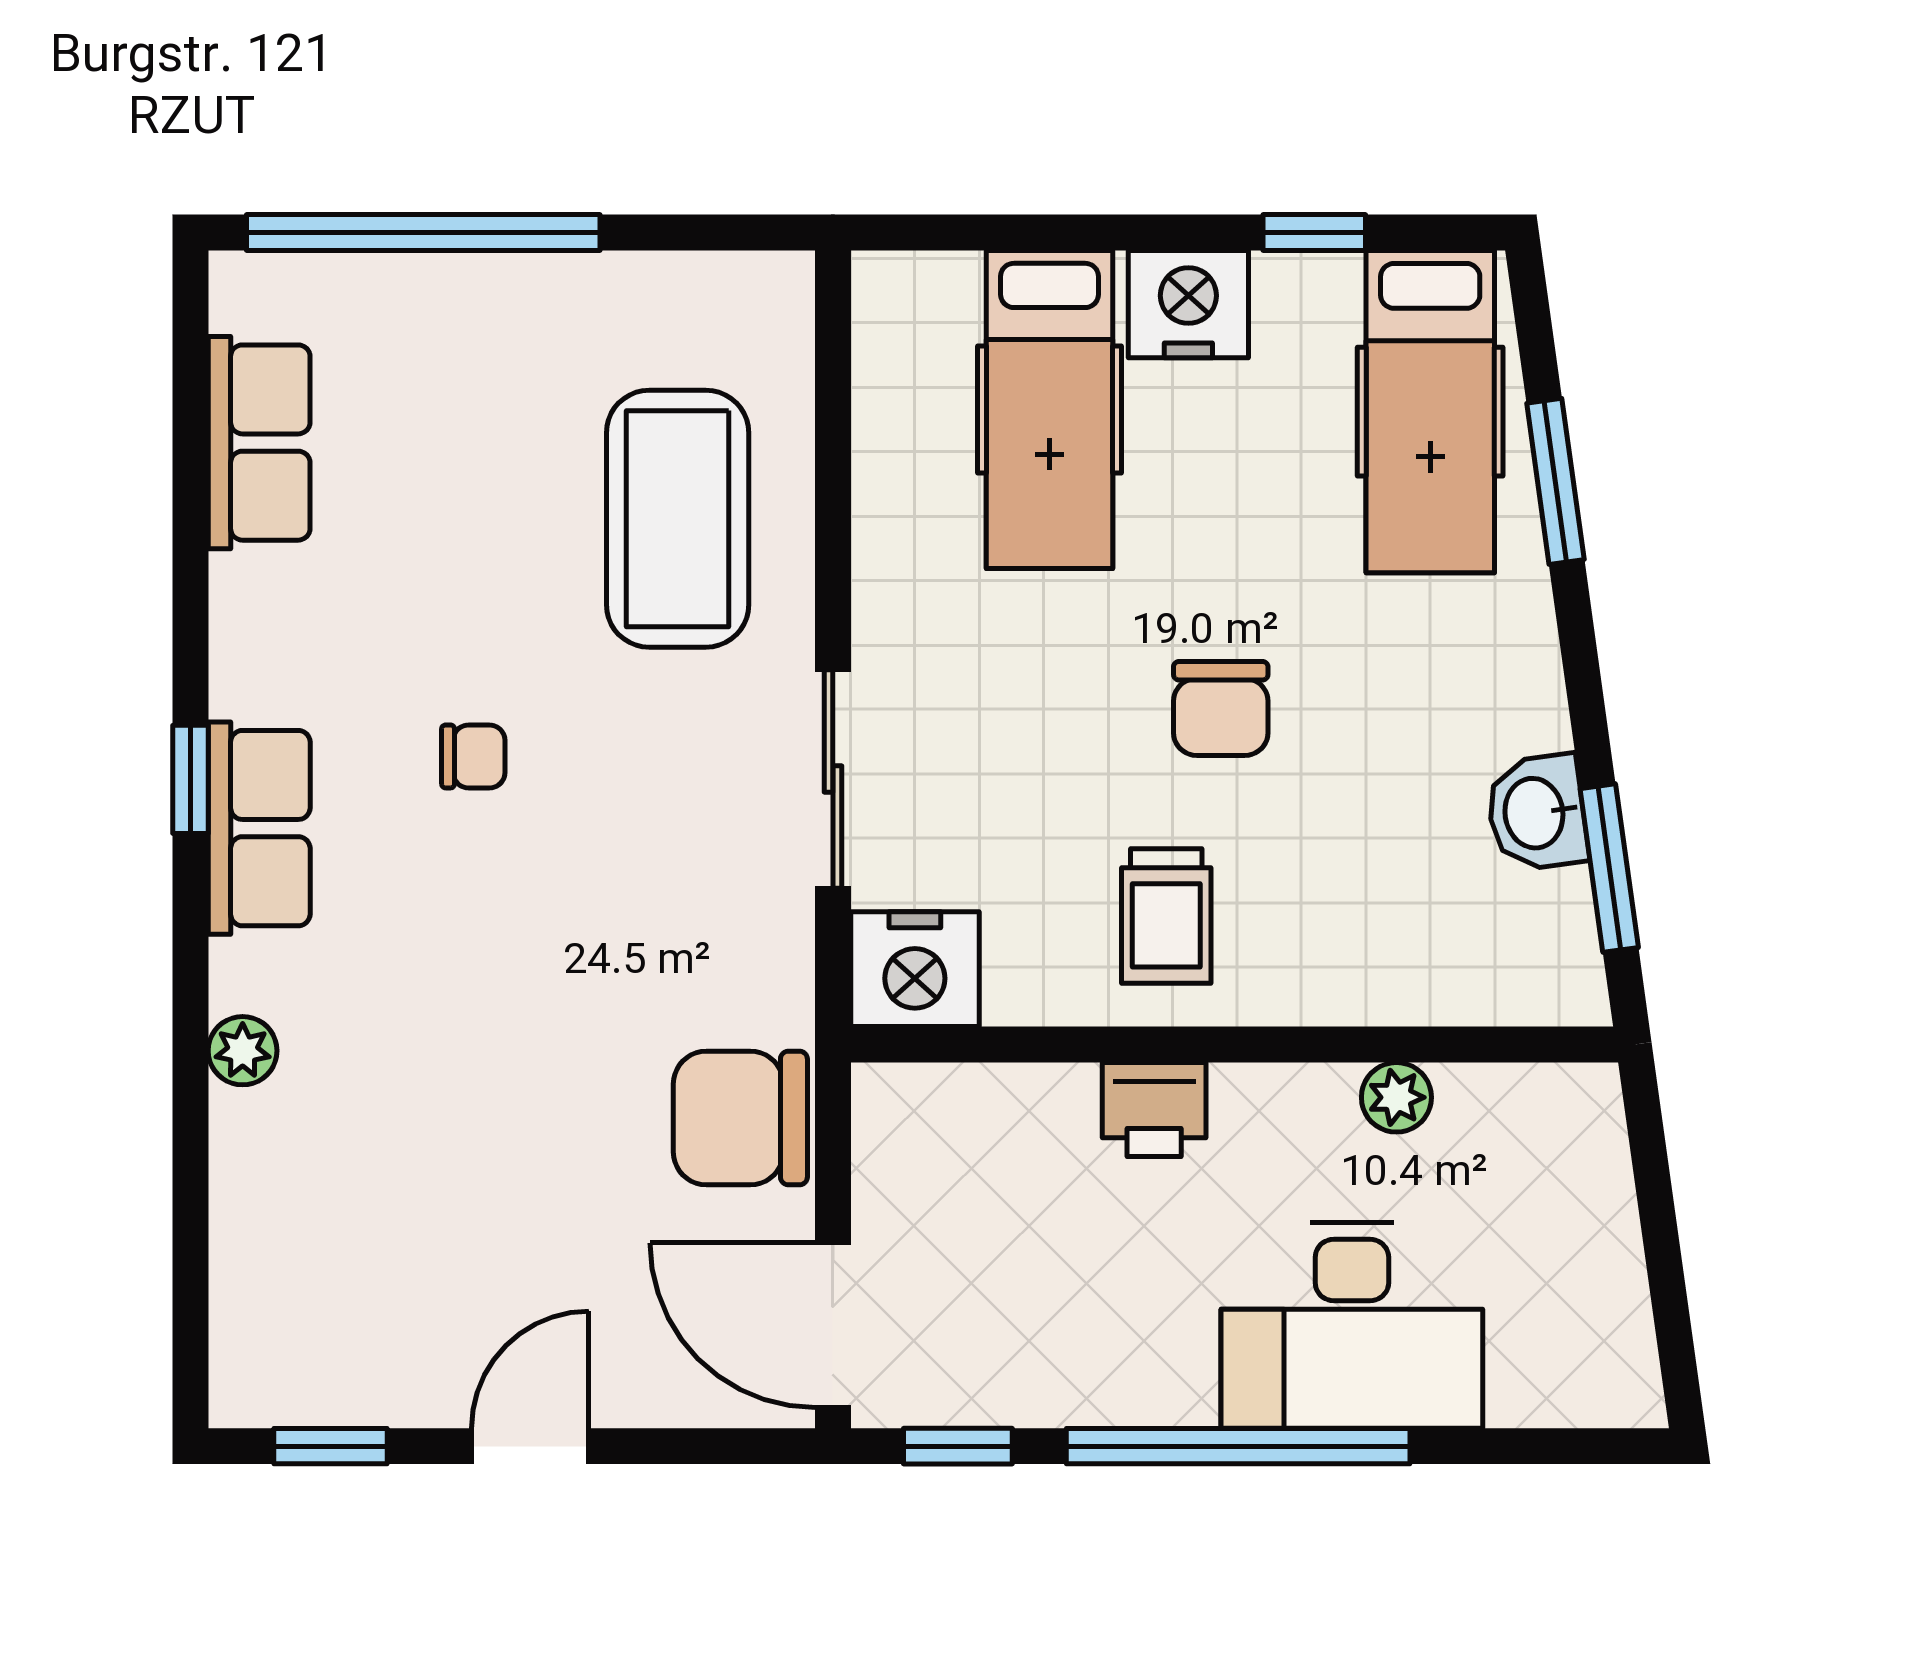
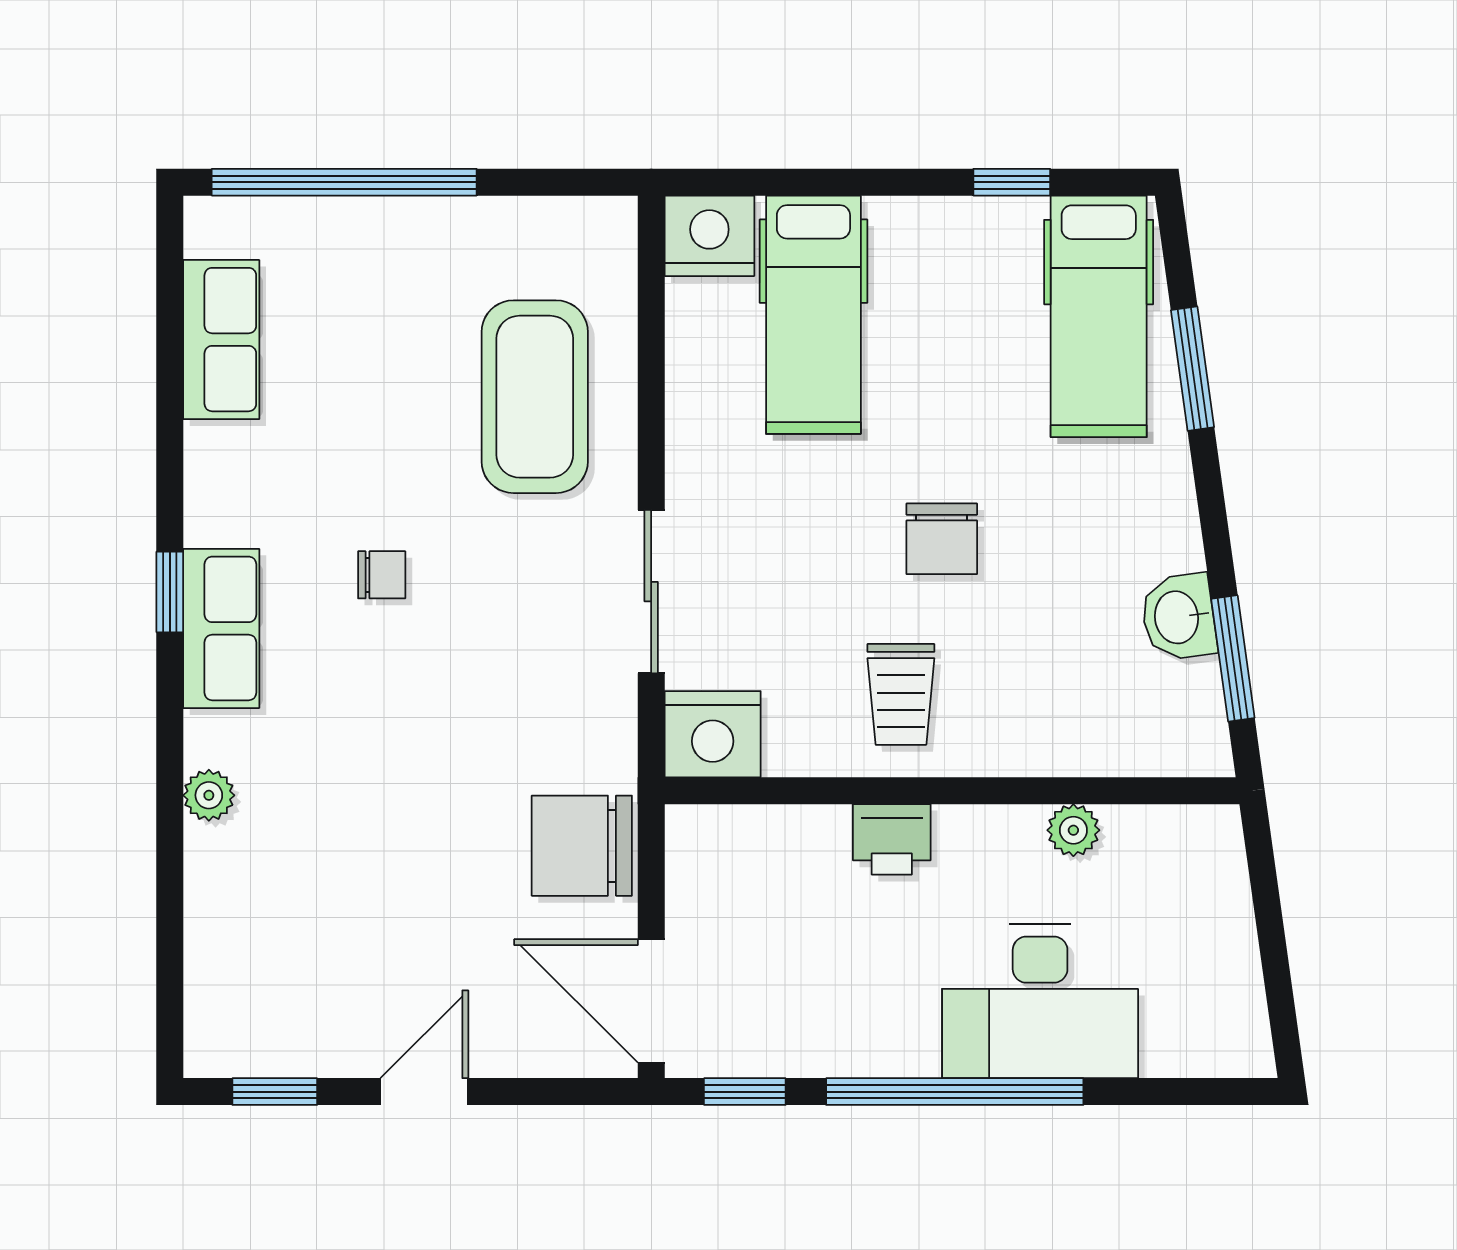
nightstand: (1188, 304) -> (709, 236), moved

